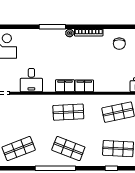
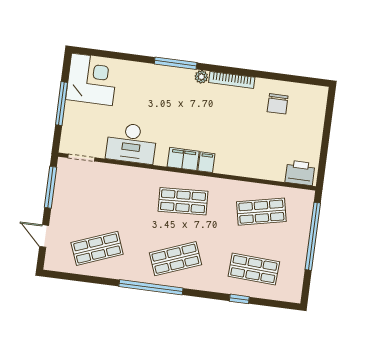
desk: (31, 80) -> (131, 143), width x1.37
filing cabinet: (84, 86) -> (206, 162), width x0.50
shop shelf: (68, 149) -> (175, 259), turned -42

